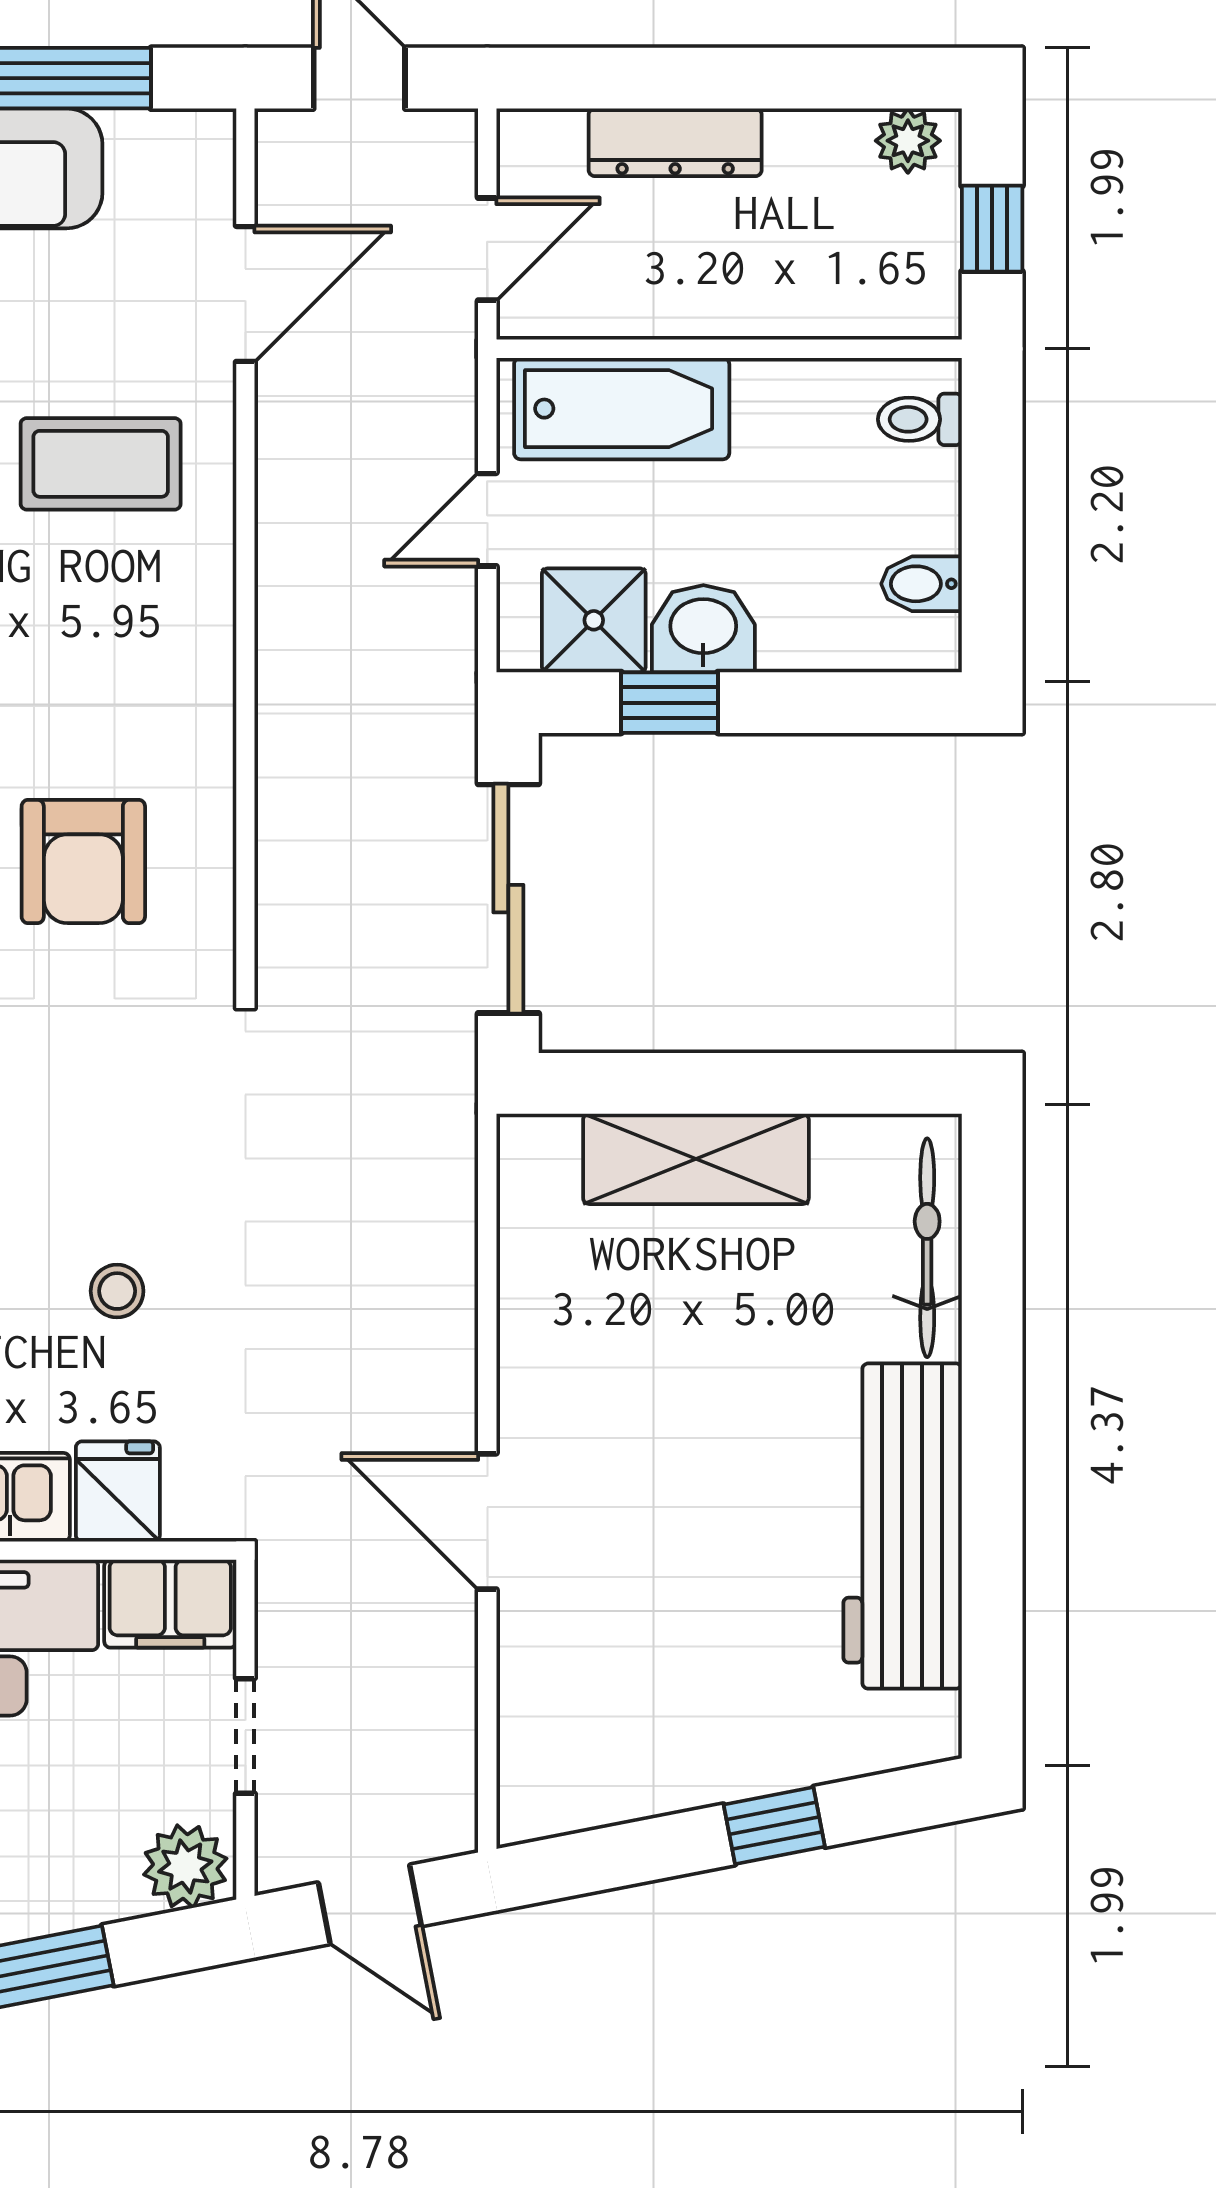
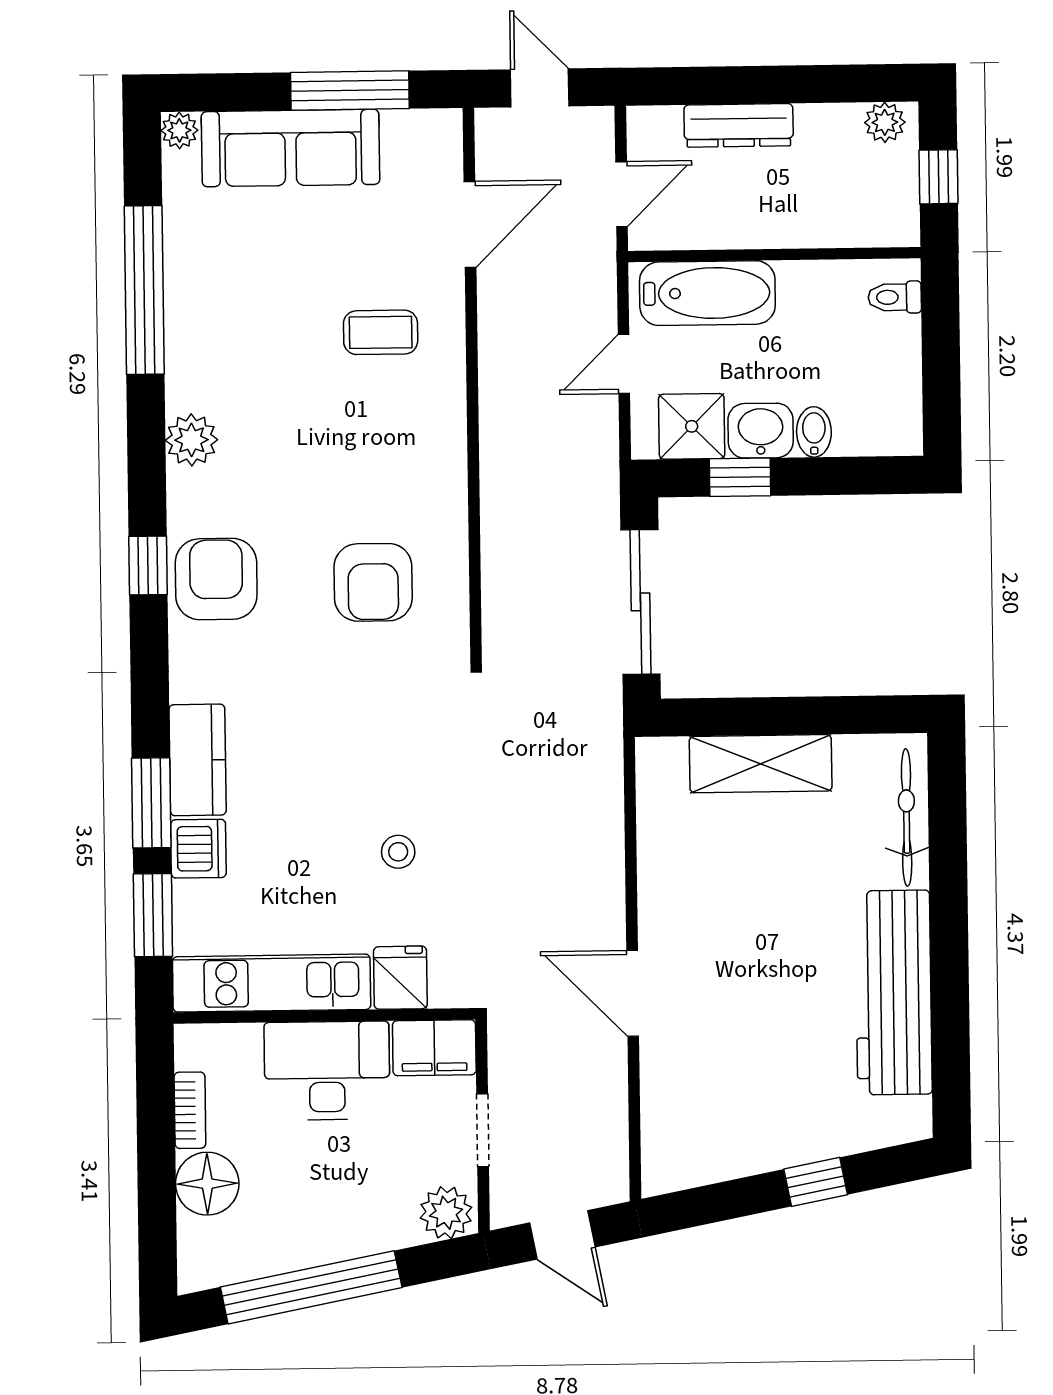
coffee table: (101, 464) -> (381, 332), width x0.73, depth x0.77
bidet: (922, 584) -> (814, 432), moved, turned 90

